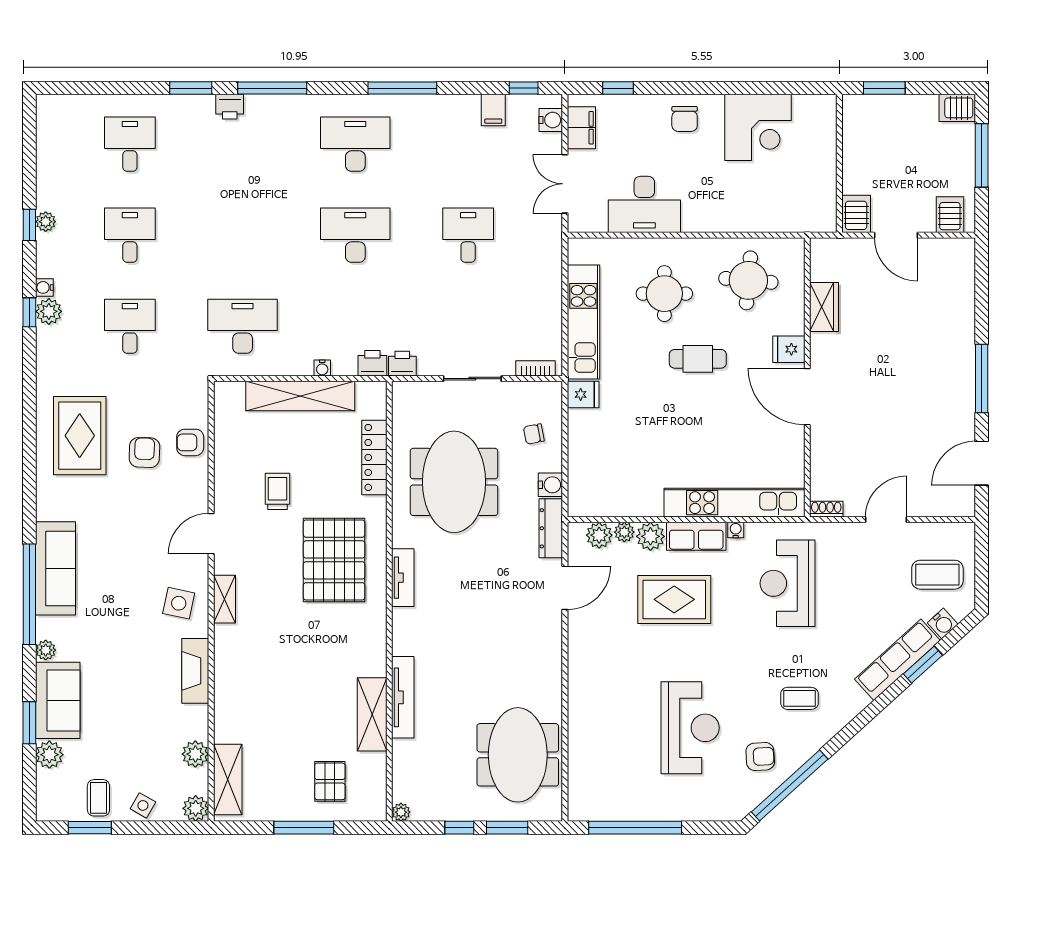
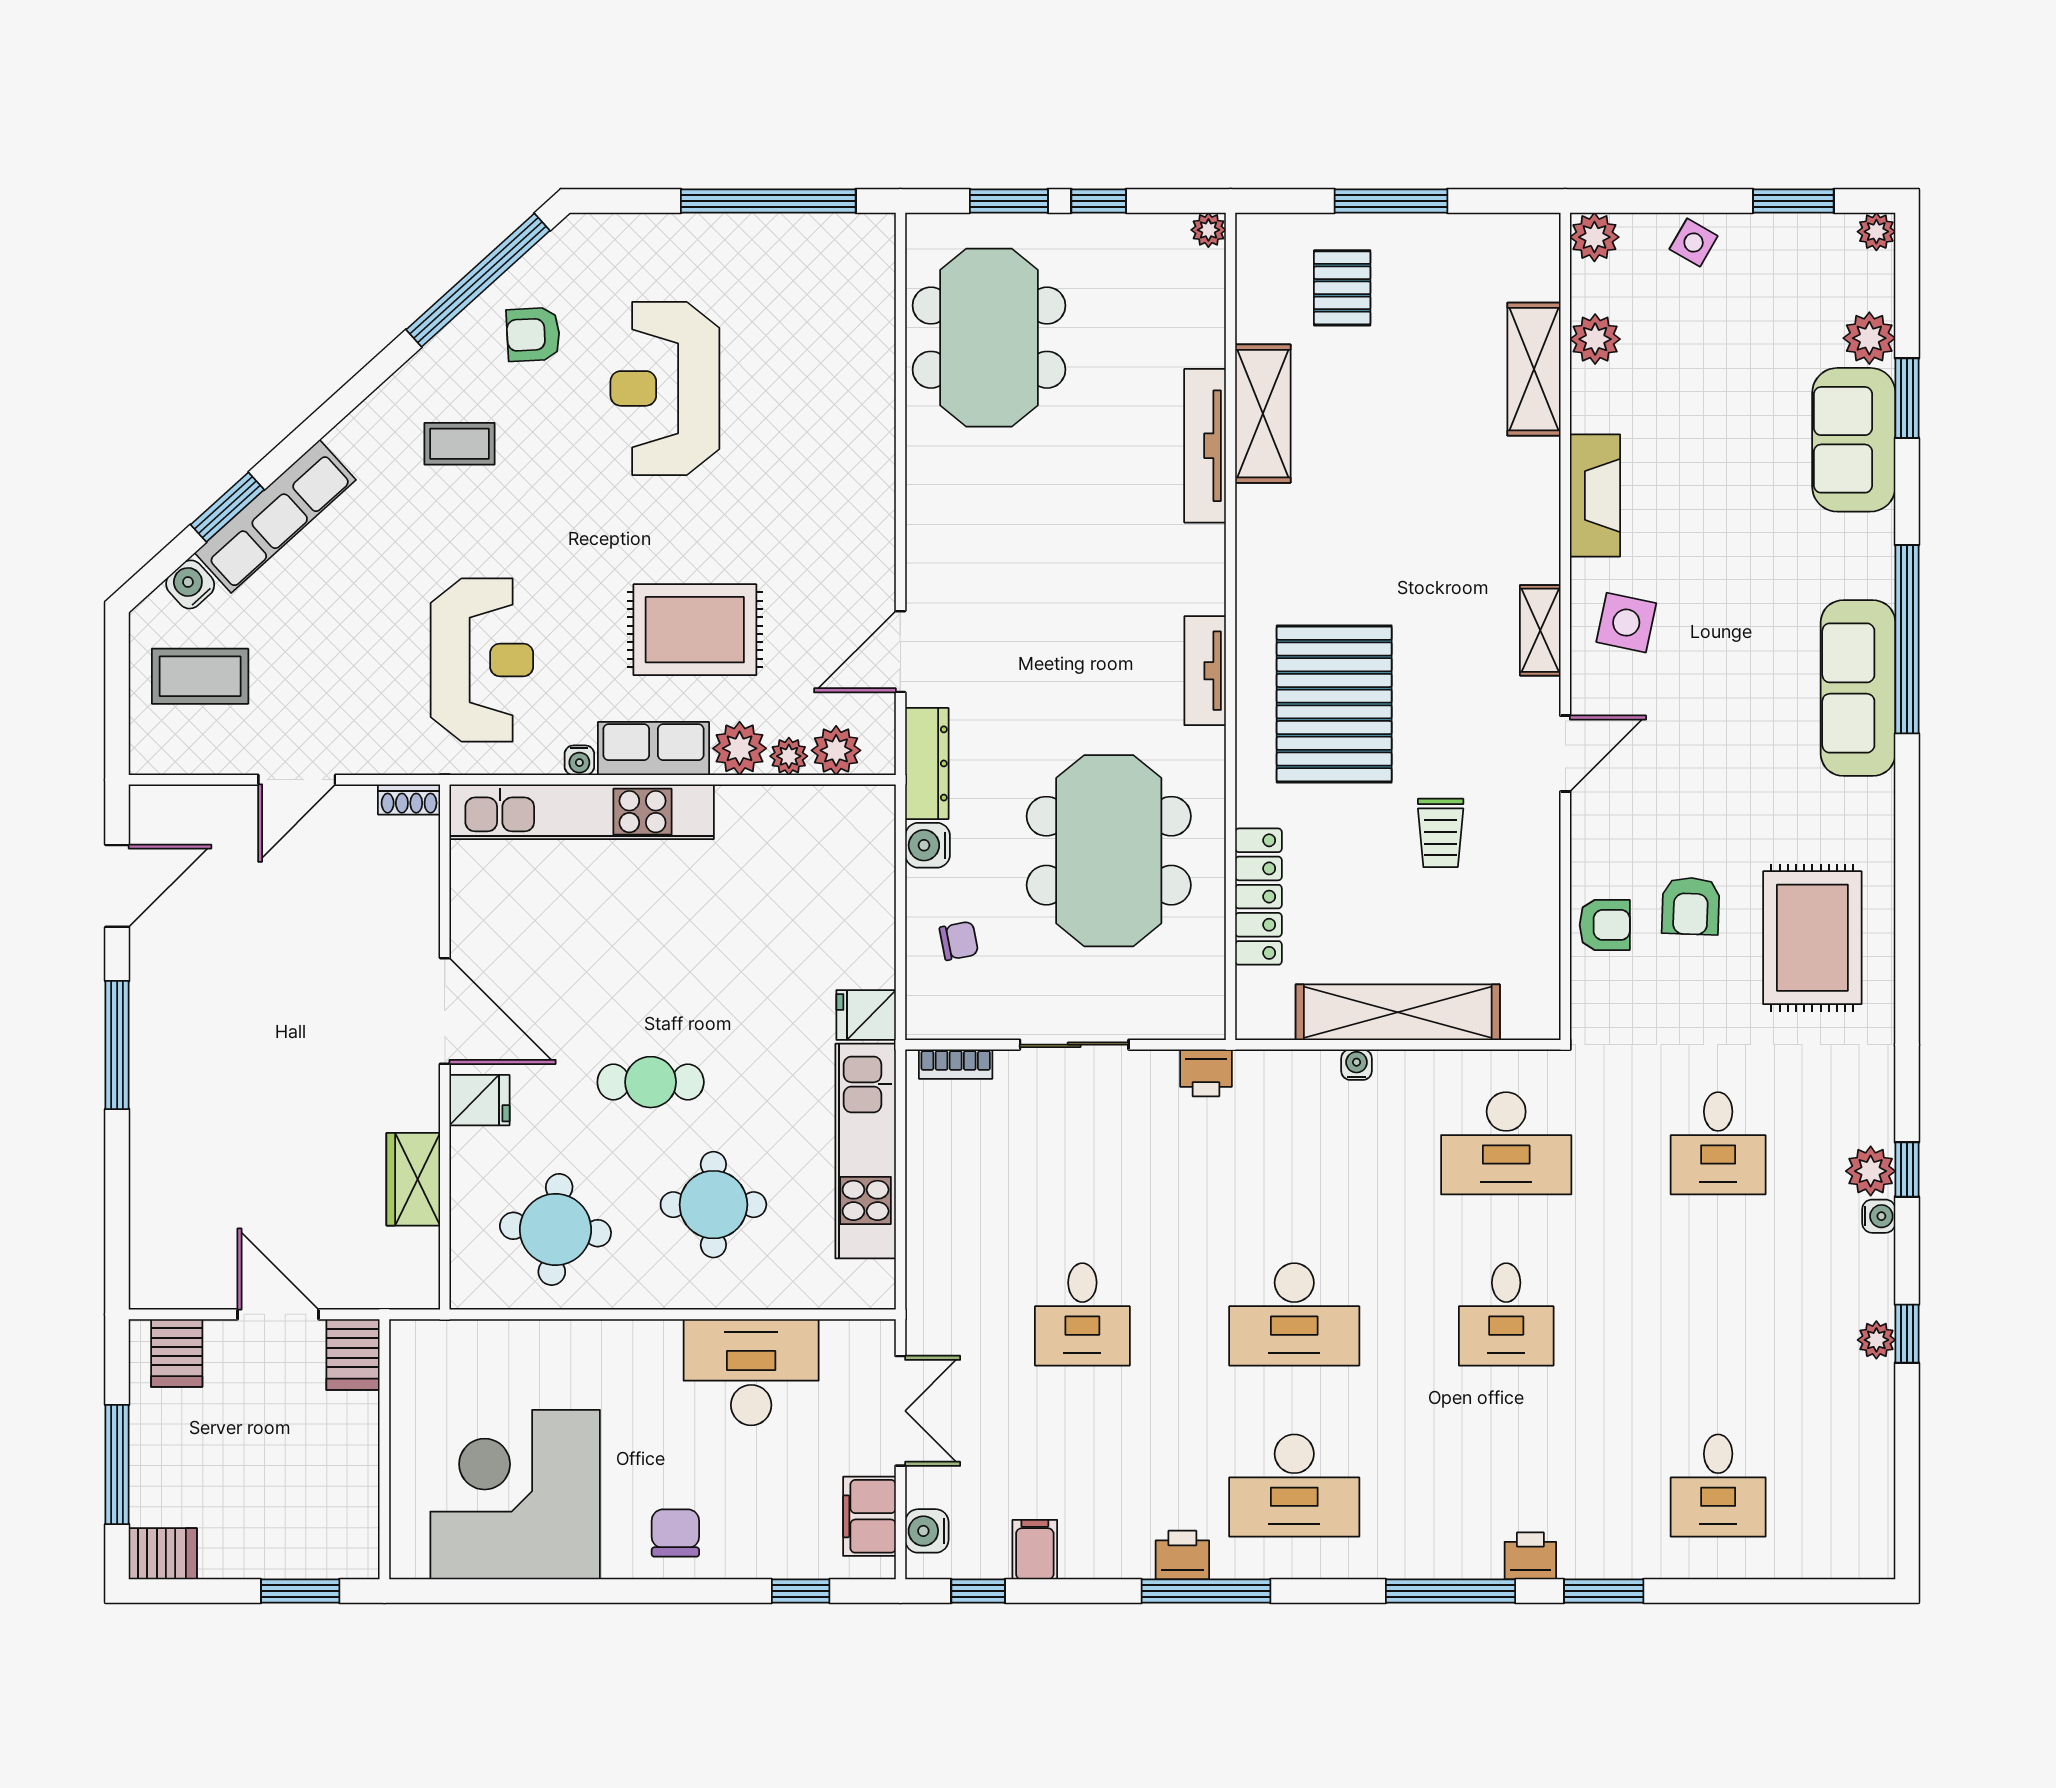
corner desk: (758, 127) -> (515, 1495), width x1.36, depth x1.36
desk: (130, 235) -> (1506, 1314), moved
printer: (372, 363) -> (1182, 1555), moved, turned 180
plant: (46, 650) -> (1876, 232), moved
shelving: (228, 780) -> (1534, 369), moved
coffee table: (98, 798) -> (1777, 257), removed

